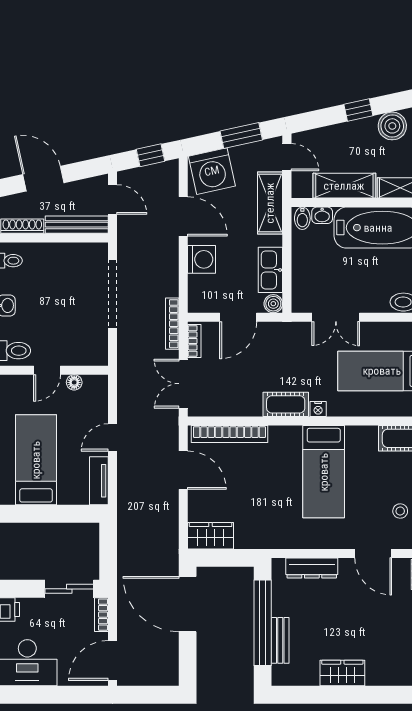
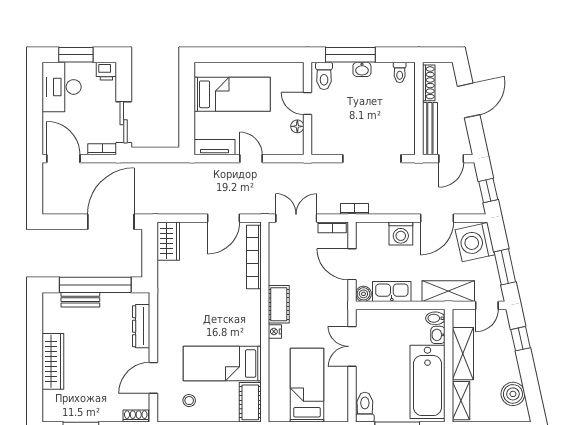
window: (358, 110) -> (521, 339), moved
bookcase: (172, 324) -> (354, 209), width x0.64
bed: (324, 472) -> (222, 364), moved
wardrobe: (342, 673) -> (53, 361), width x1.50

